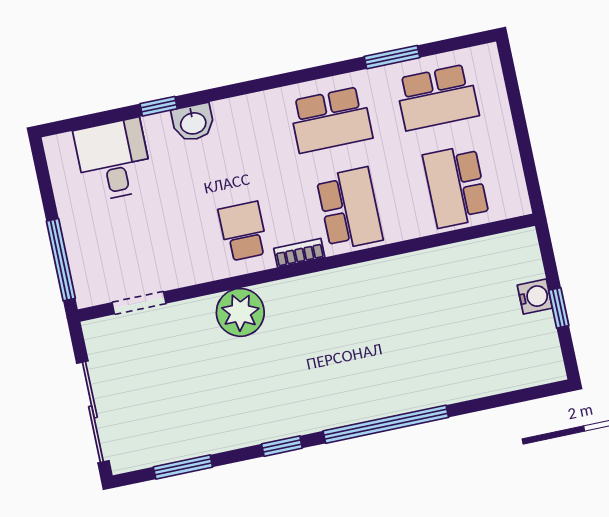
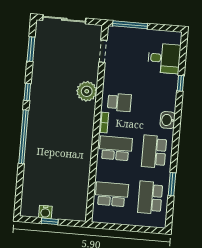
washbasin: (193, 122) -> (168, 120), moved
school desk: (350, 209) -> (116, 148), turned 180
water cooler: (535, 297) -> (45, 212), moved

